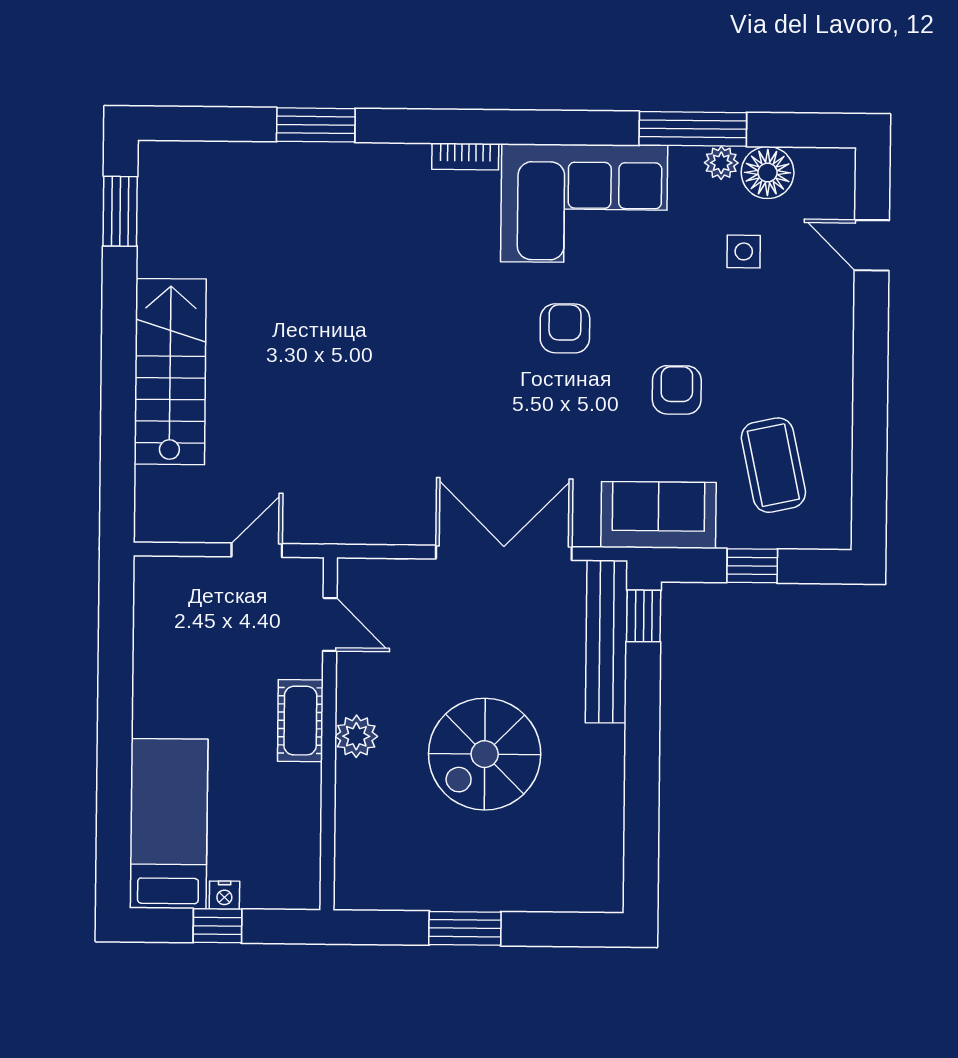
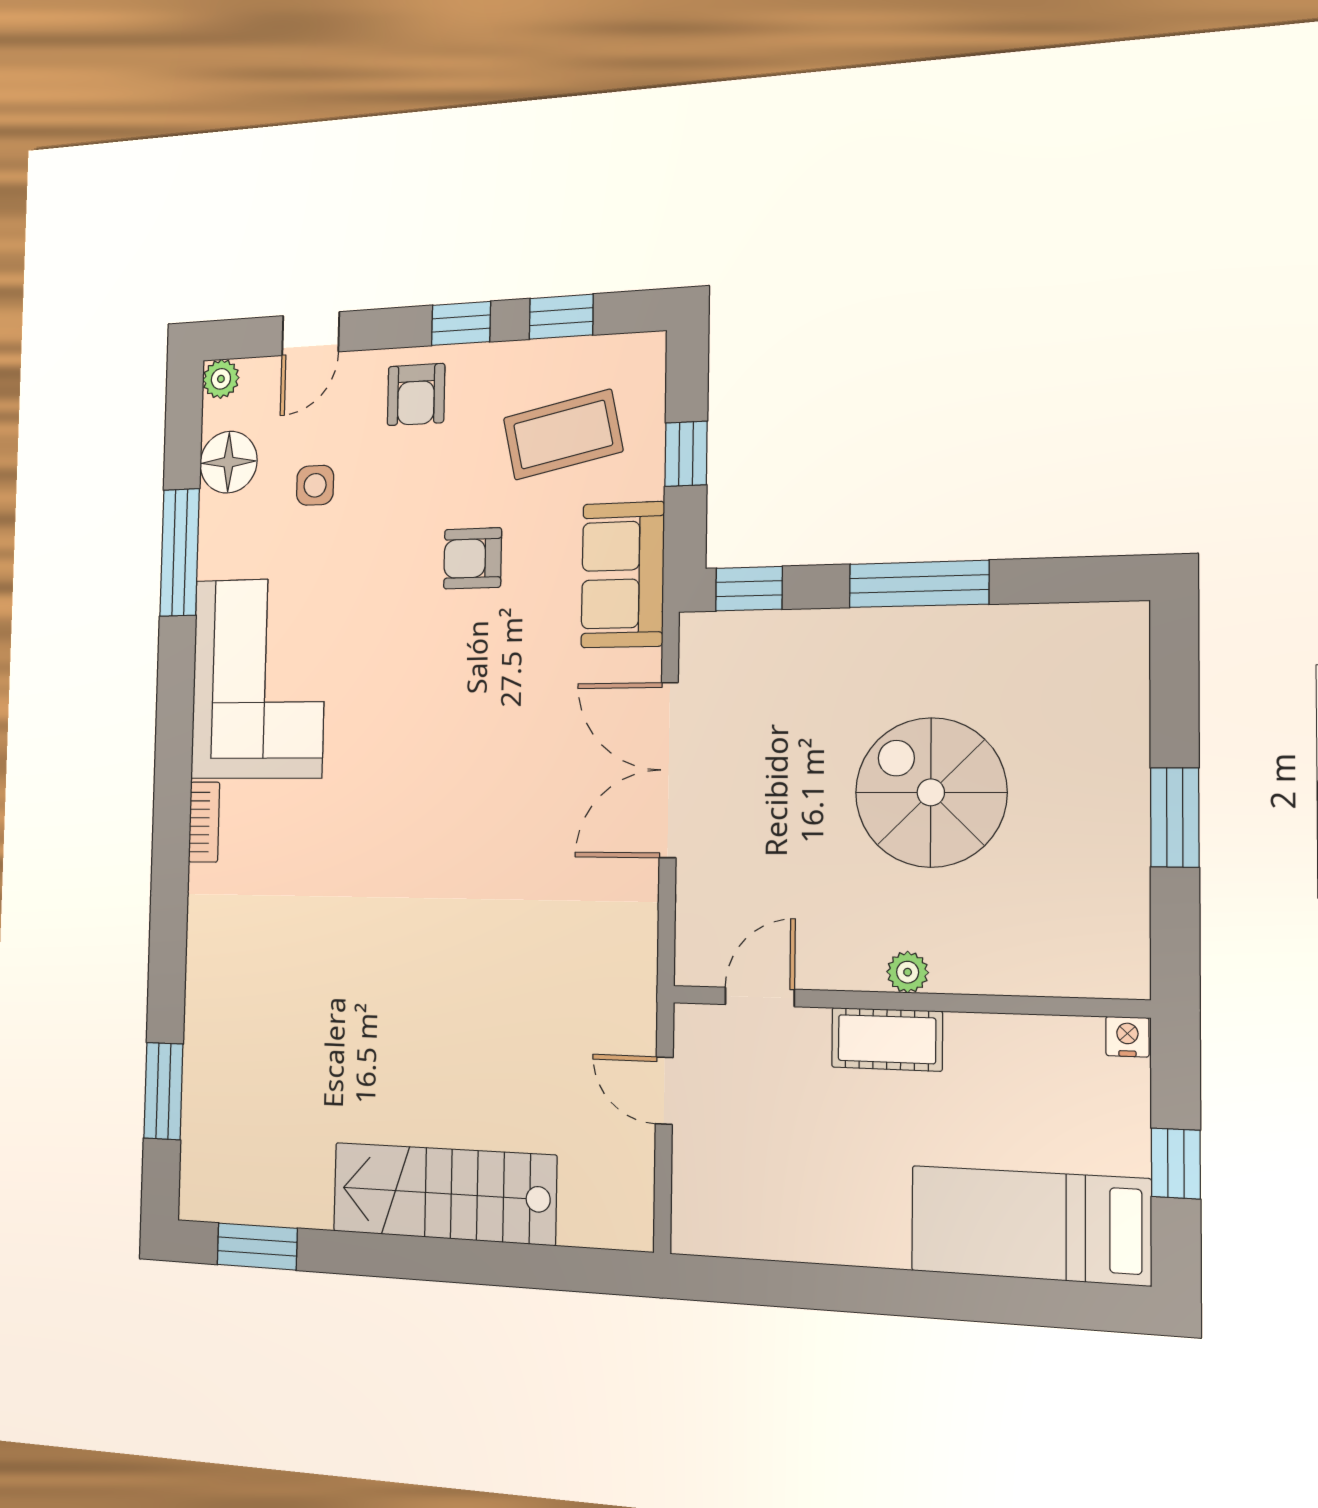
window: (316, 125) -> (163, 1091), moved
plant: (721, 163) -> (221, 379), moved
armchair: (565, 328) -> (416, 395), moved, turned -90
window: (870, 378) -> (461, 323), added
window: (870, 463) -> (561, 317), added
bench: (606, 642) -> (782, 635), removed
plant: (356, 736) -> (908, 972), width x0.73, depth x0.73
window: (642, 746) -> (919, 584), added
spiral stairs: (485, 754) -> (931, 792), turned 180
nightstand: (224, 895) -> (1127, 1037), moved, turned -90

